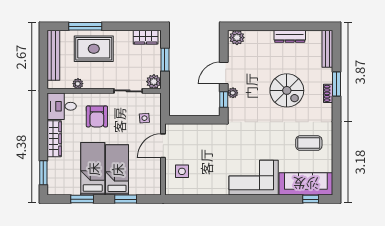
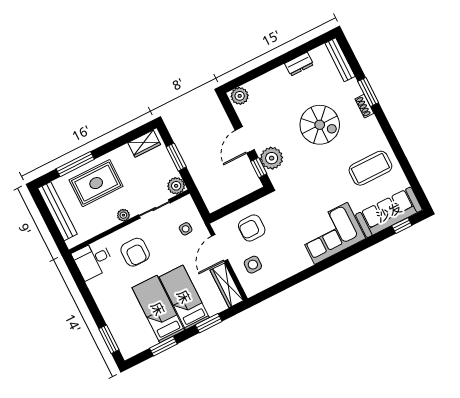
dresser: (290, 36) -> (299, 64), width x0.70
plant: (78, 84) -> (123, 215), moved
plant: (233, 93) -> (272, 158), width x1.88, depth x1.88
wardrobe: (54, 139) -> (227, 285), moved, turned 180
armchair: (195, 143) -> (252, 228), added
coffee table: (309, 143) -> (370, 168), width x1.36, depth x1.32

